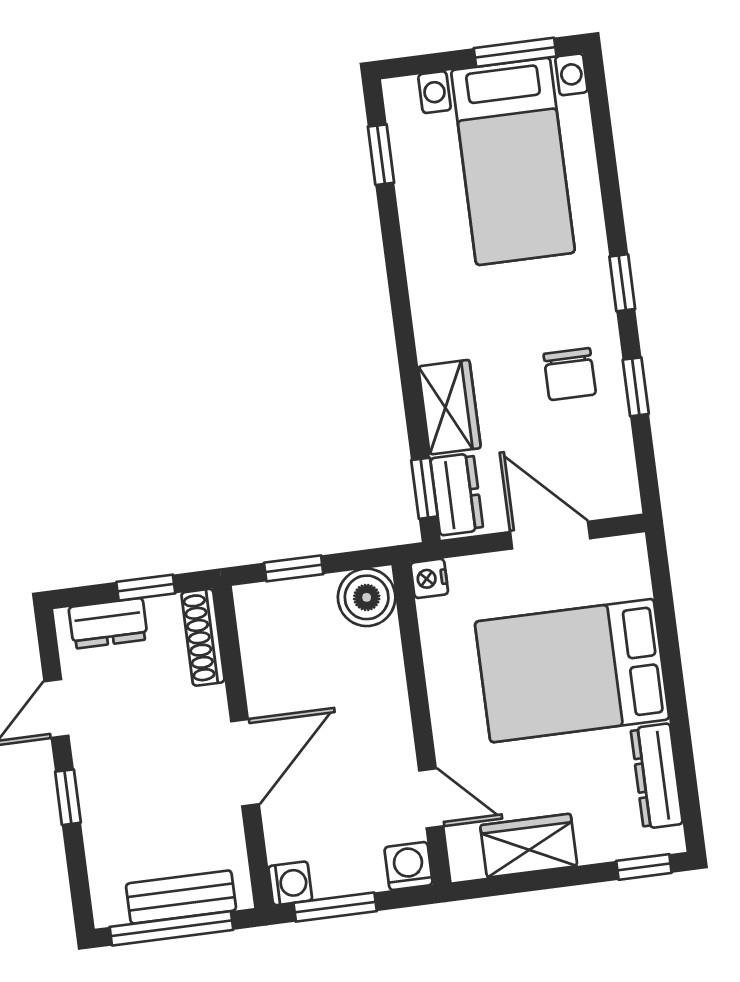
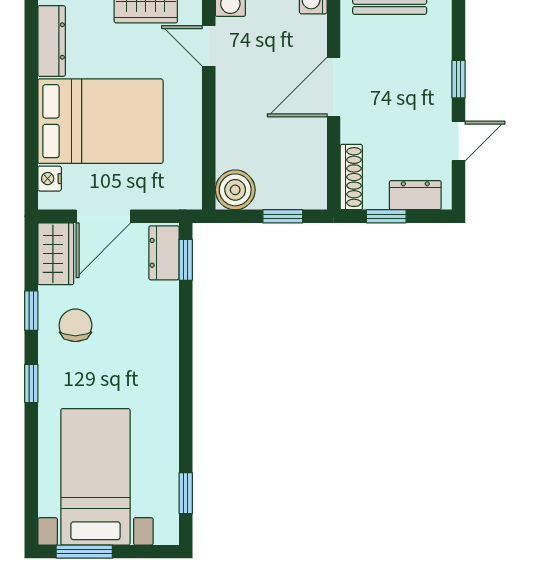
wardrobe: (449, 407) -> (56, 254), moved, turned 180
door: (550, 535) -> (103, 216), hinge flipped
nightstand: (429, 578) -> (50, 179), moved, turned 180

